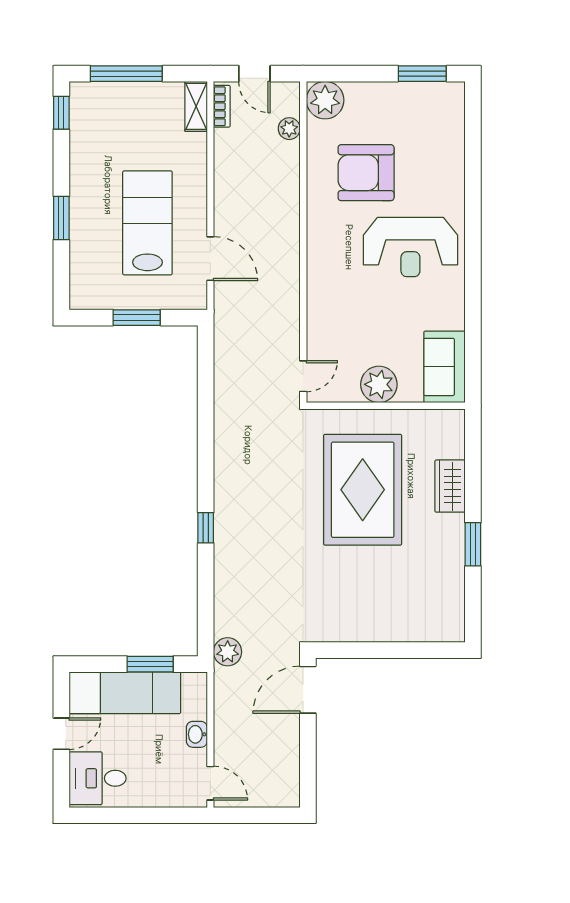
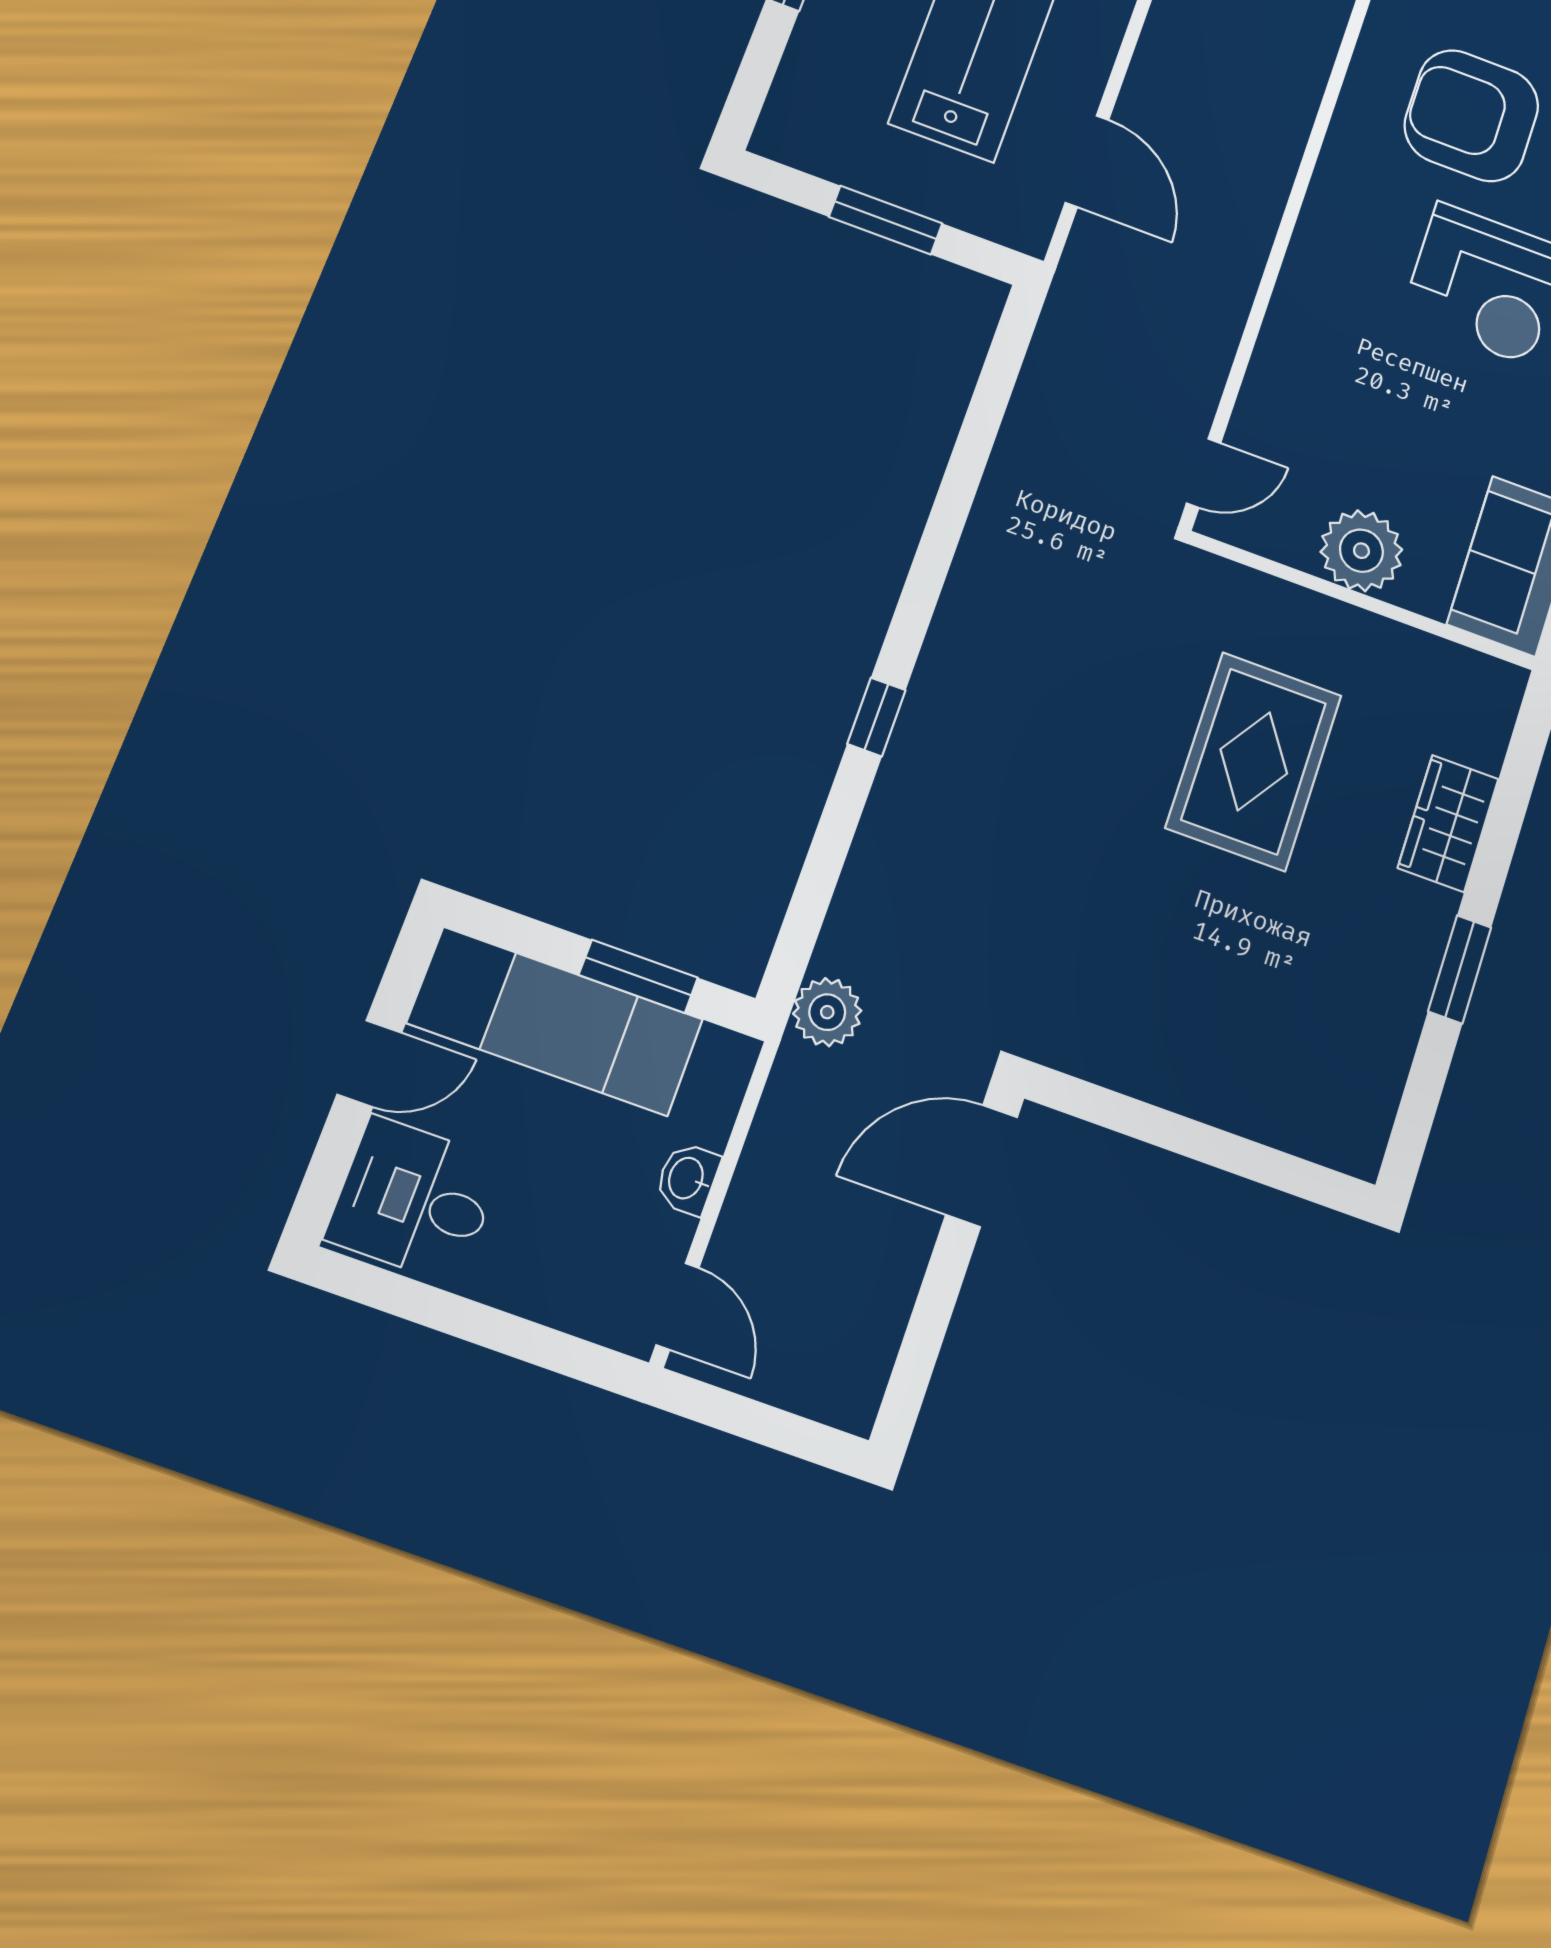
rug: (363, 490) -> (1254, 761), width x0.73, depth x0.69

